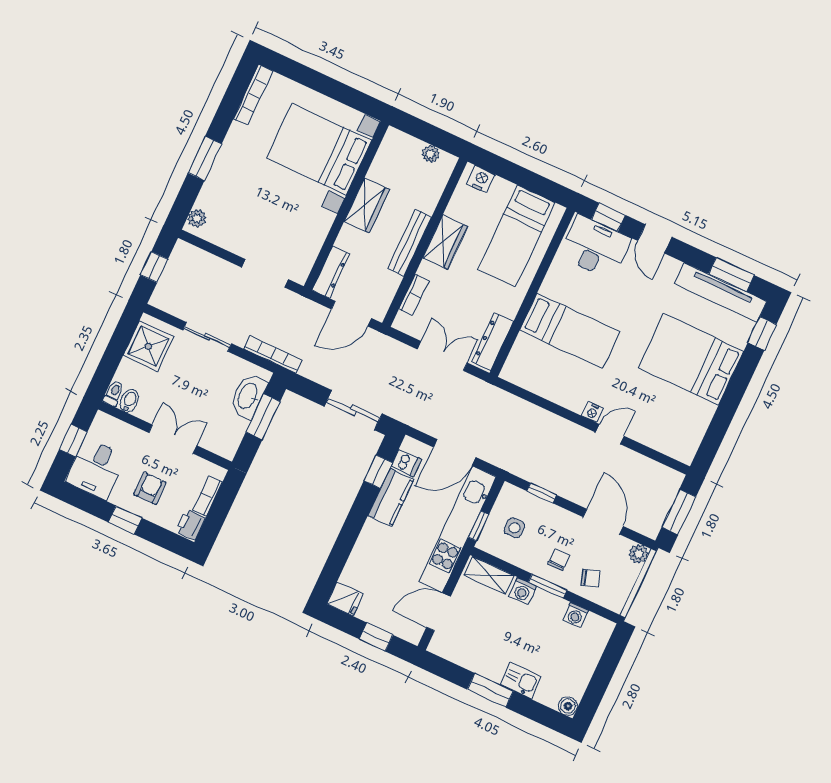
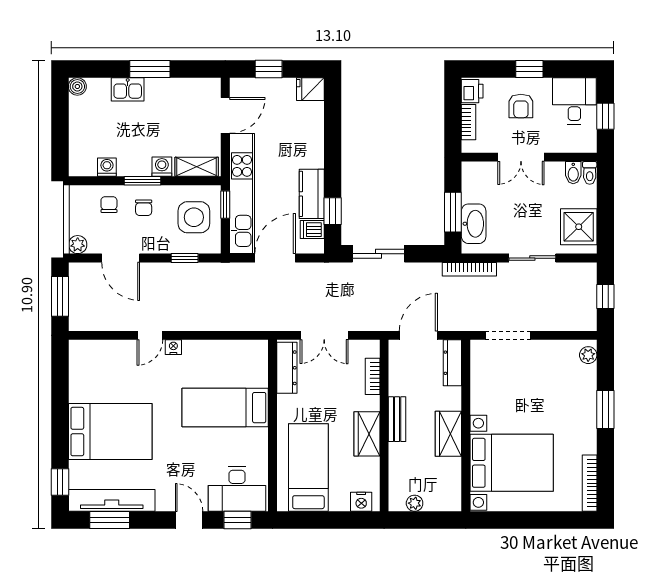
bench: (410, 243) -> (397, 419), width x0.73
side table: (514, 528) -> (194, 217), width x1.87, depth x1.87
chair: (591, 578) -> (109, 205), turned 108

